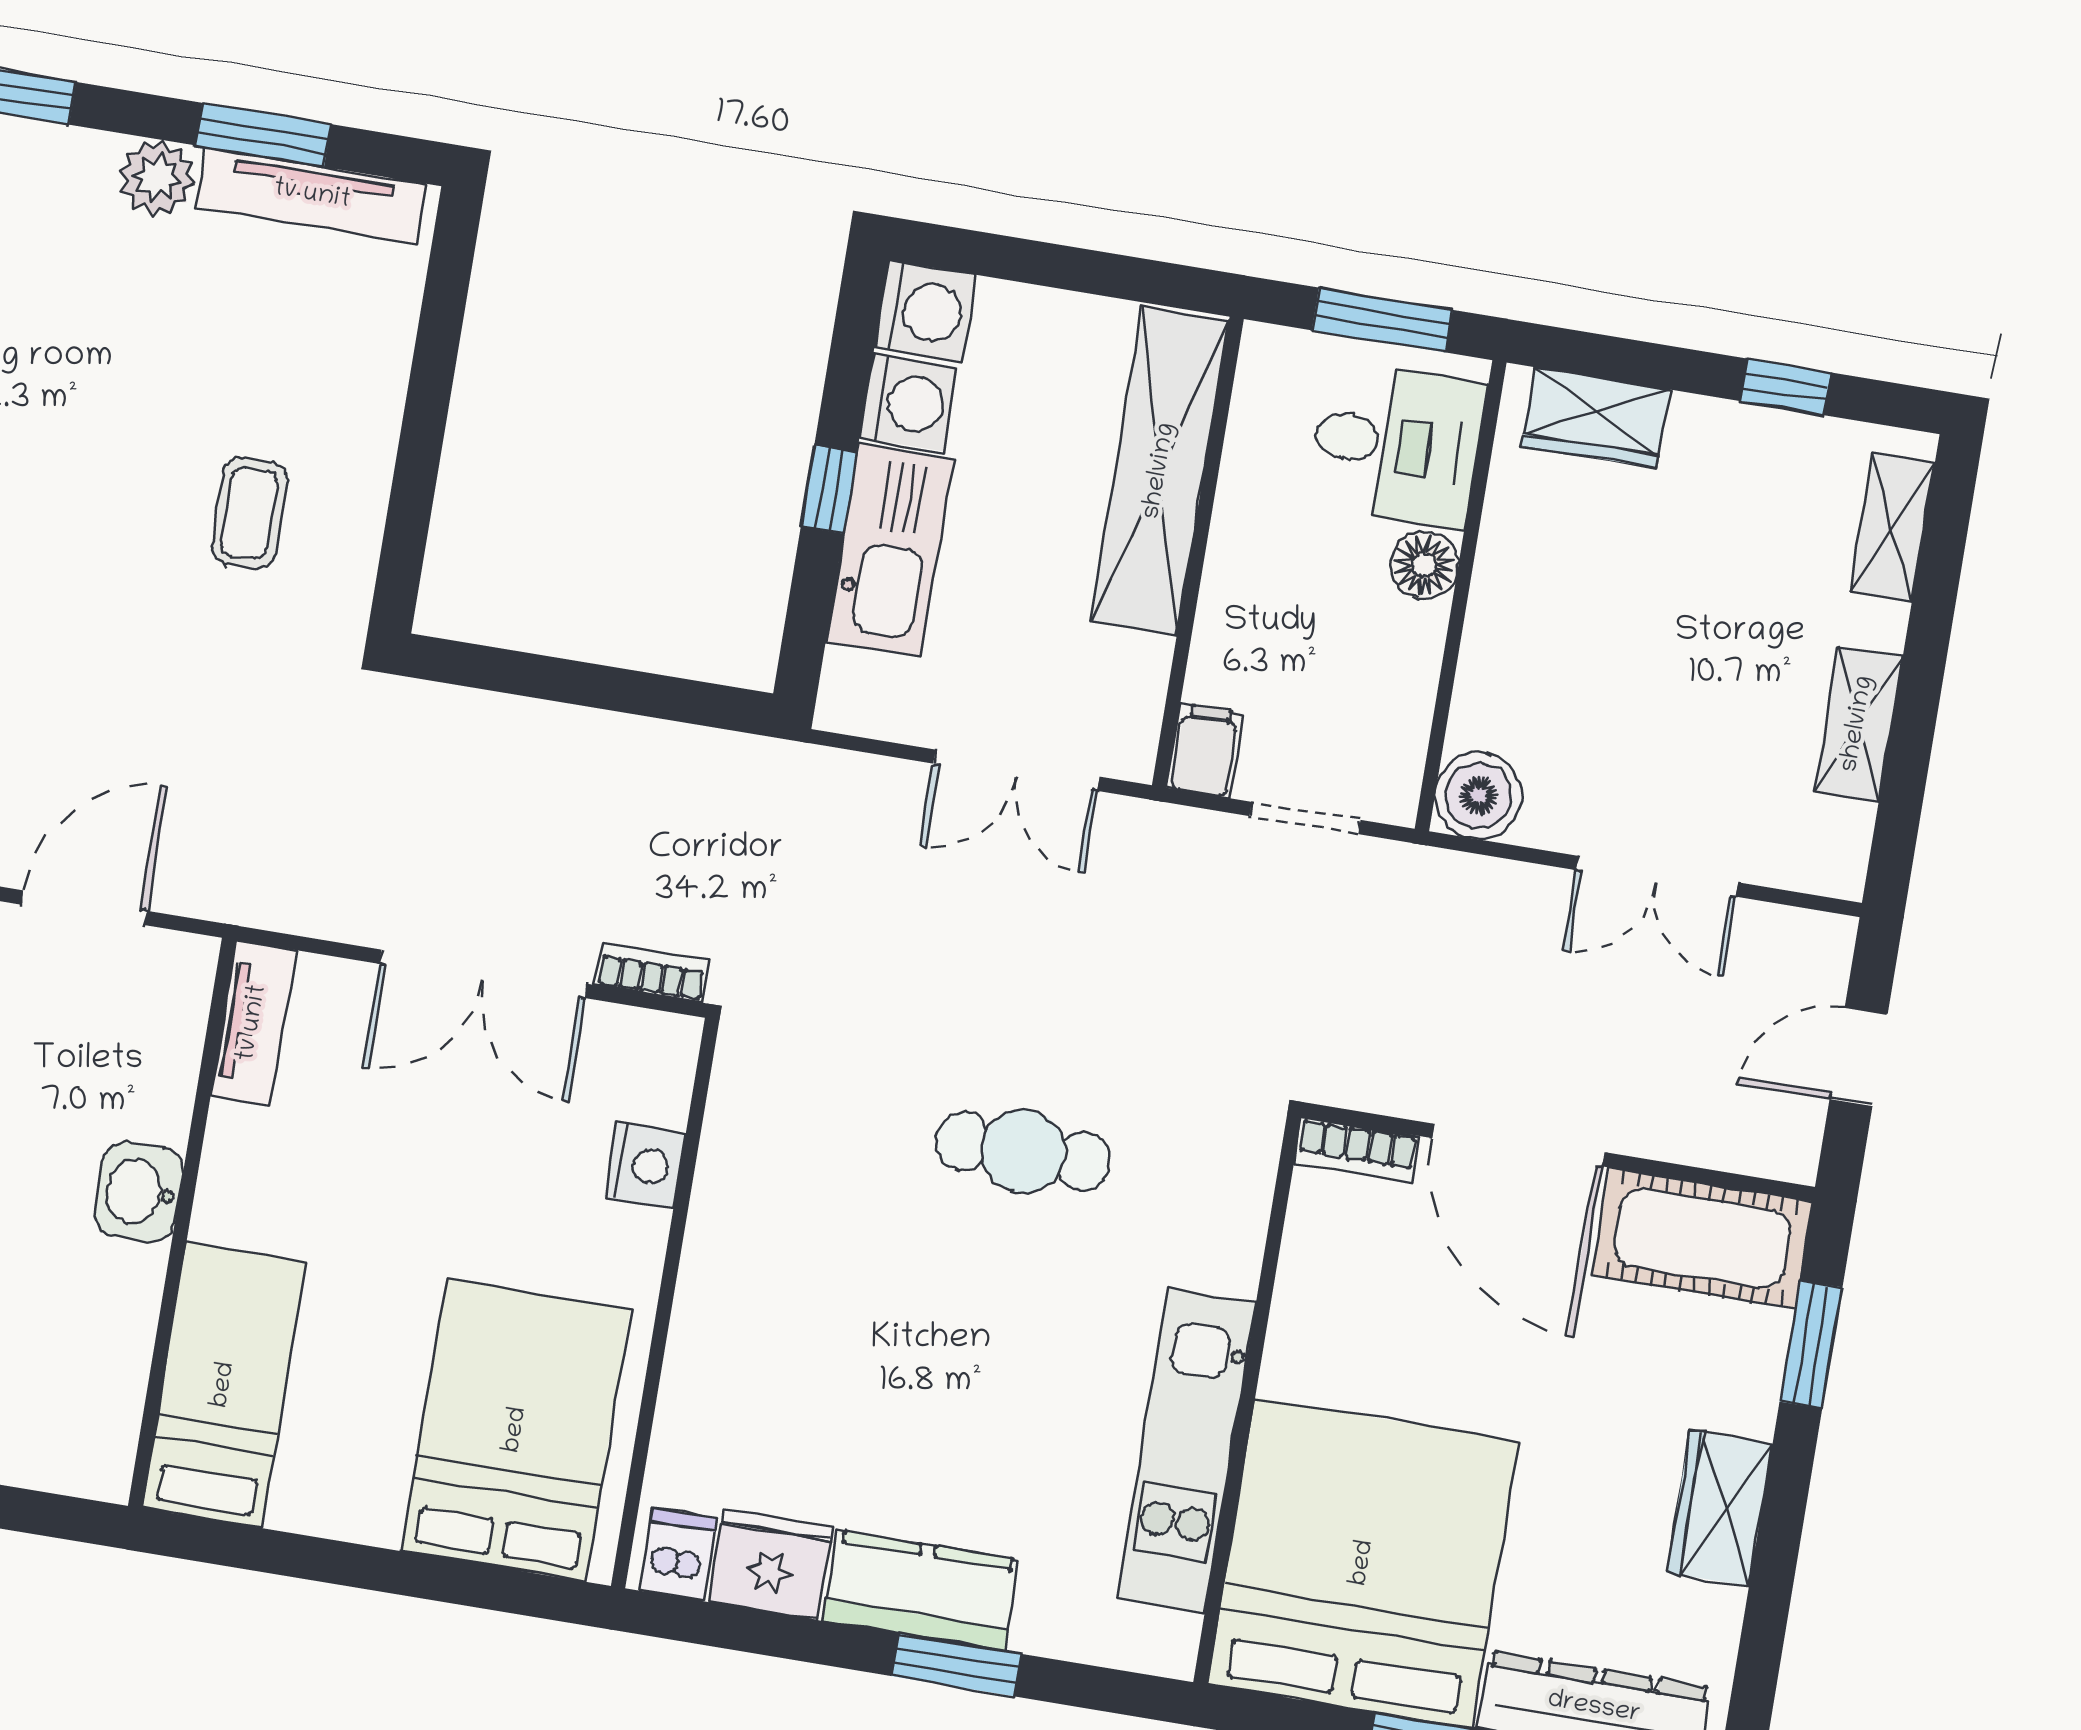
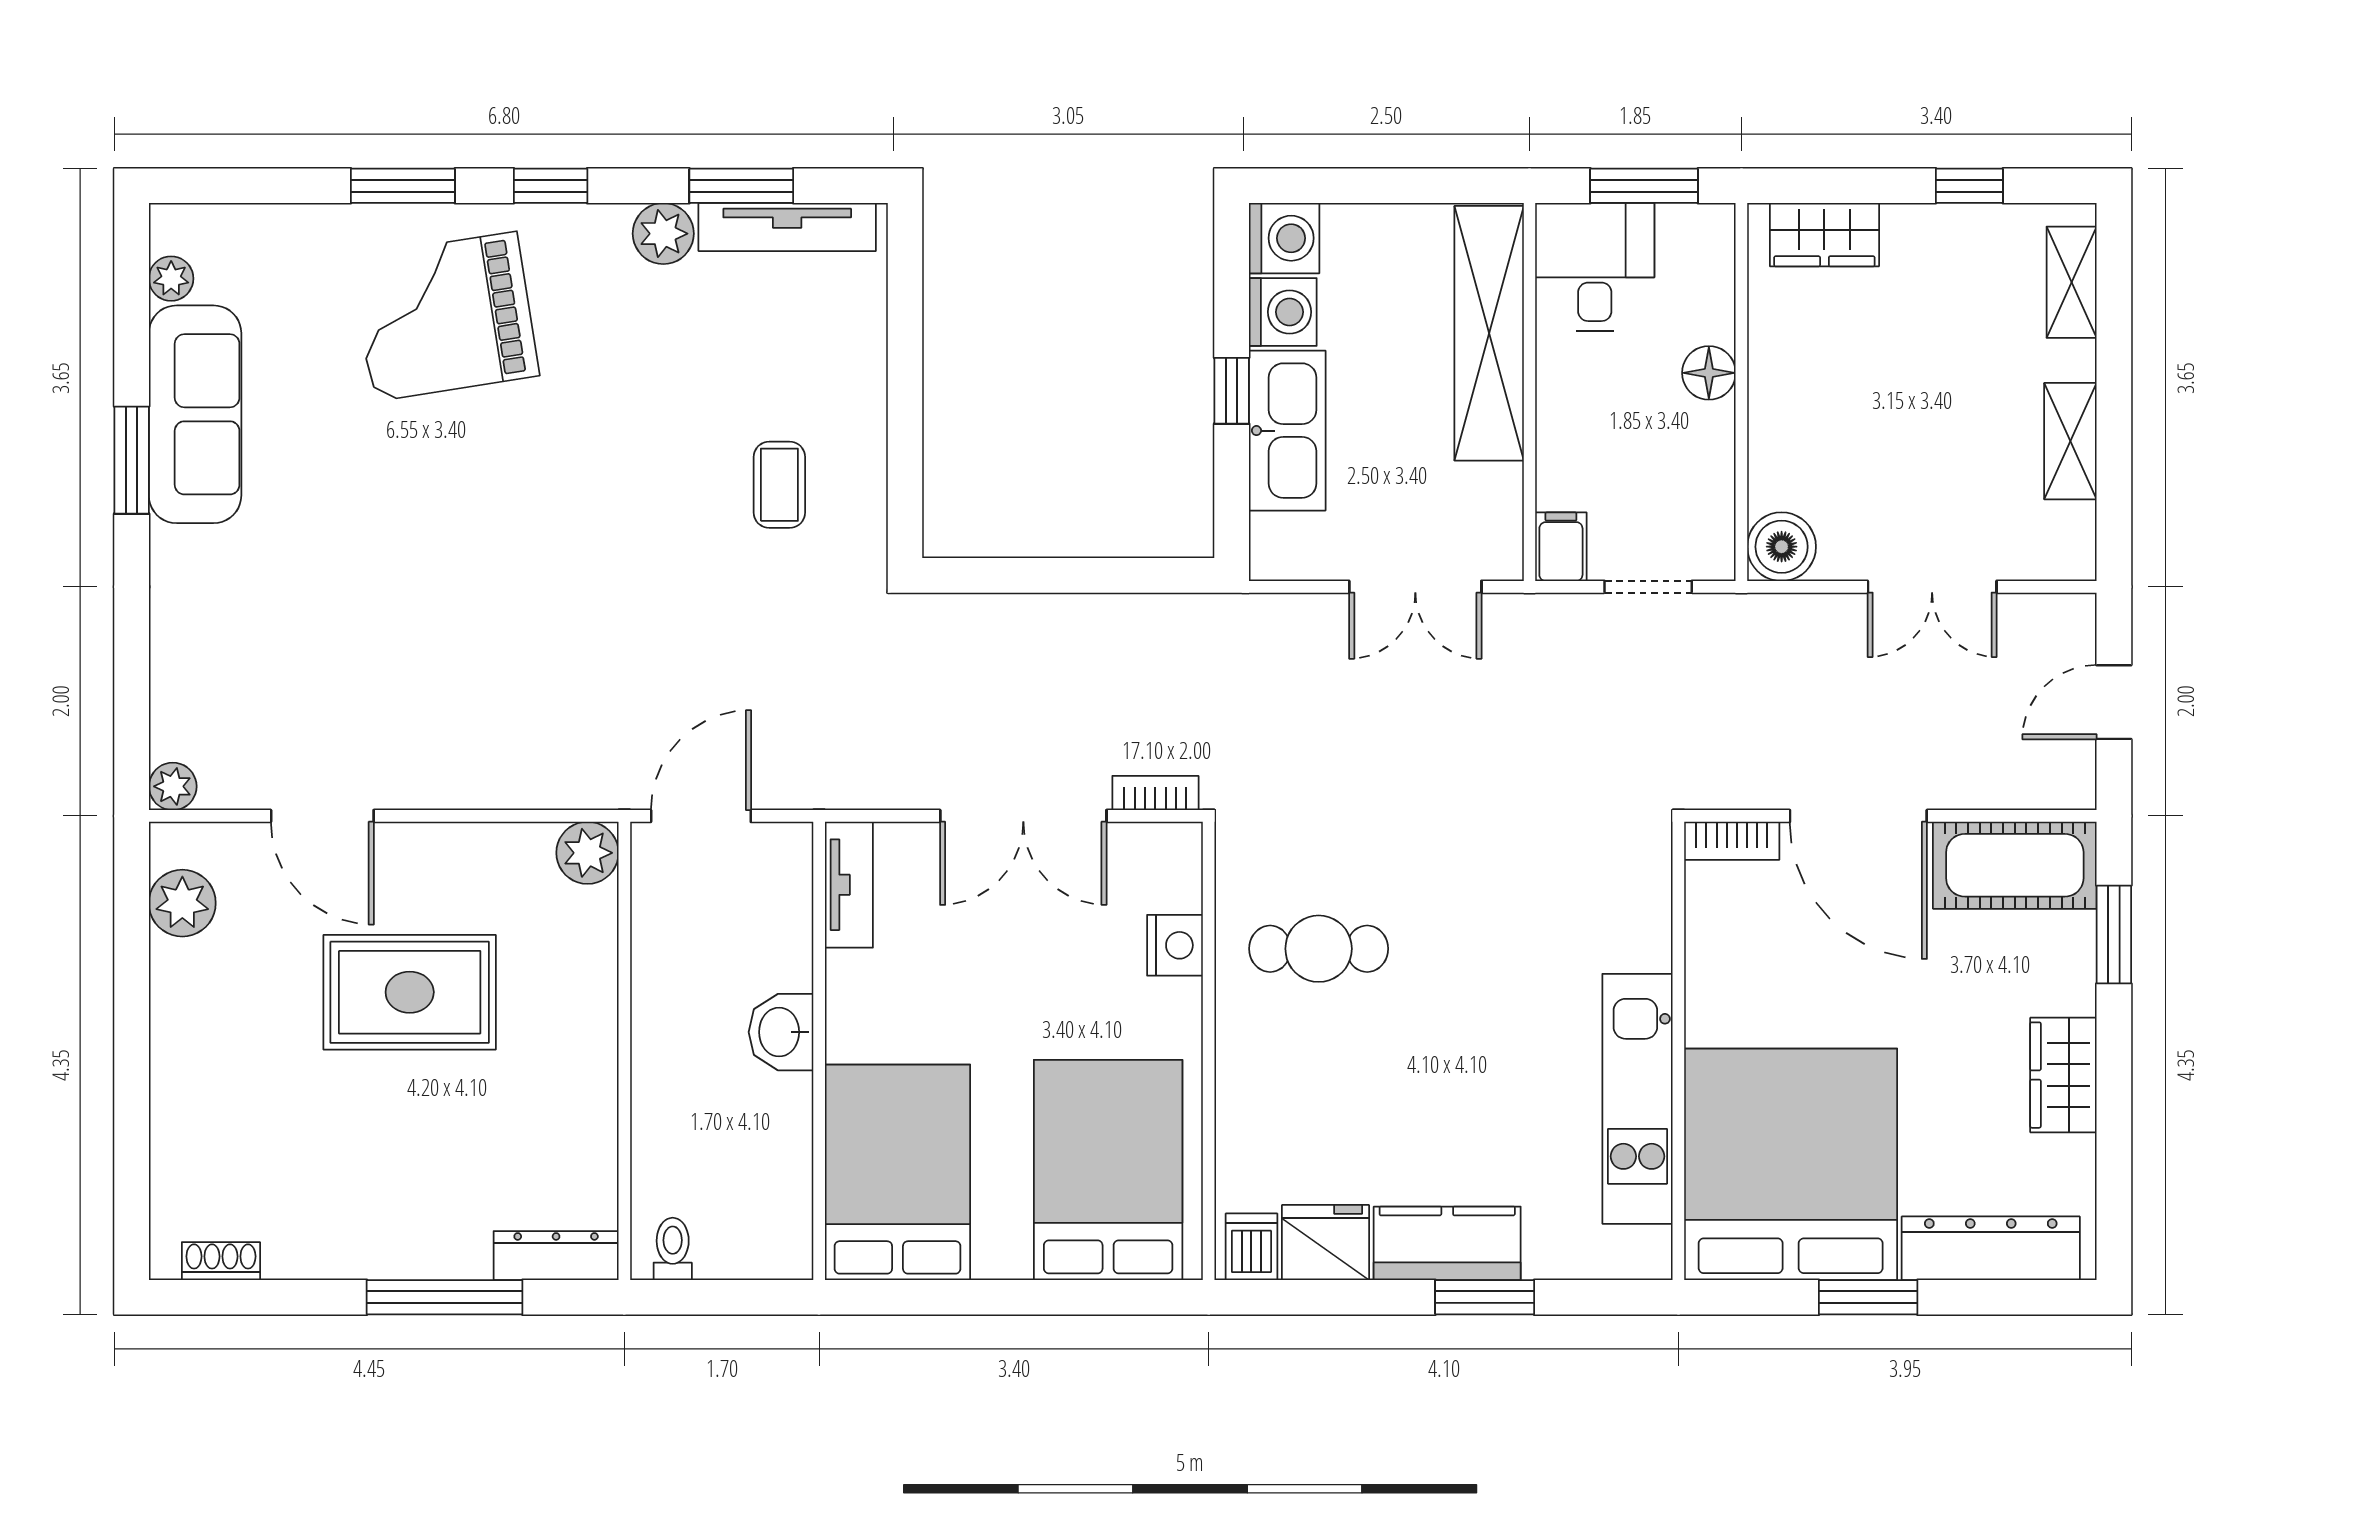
desk: (1397, 445) -> (1595, 267), moved, turned -90
cafe table: (1023, 1151) -> (1319, 949), moved
bed: (224, 1385) -> (898, 1172), width x1.50

